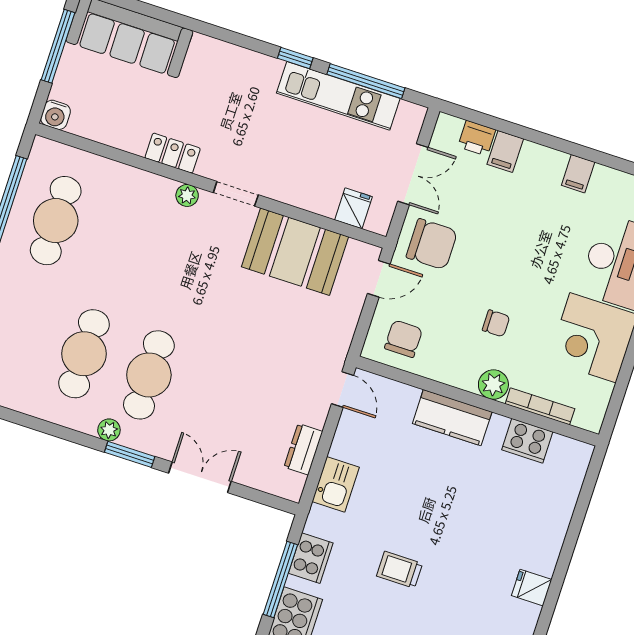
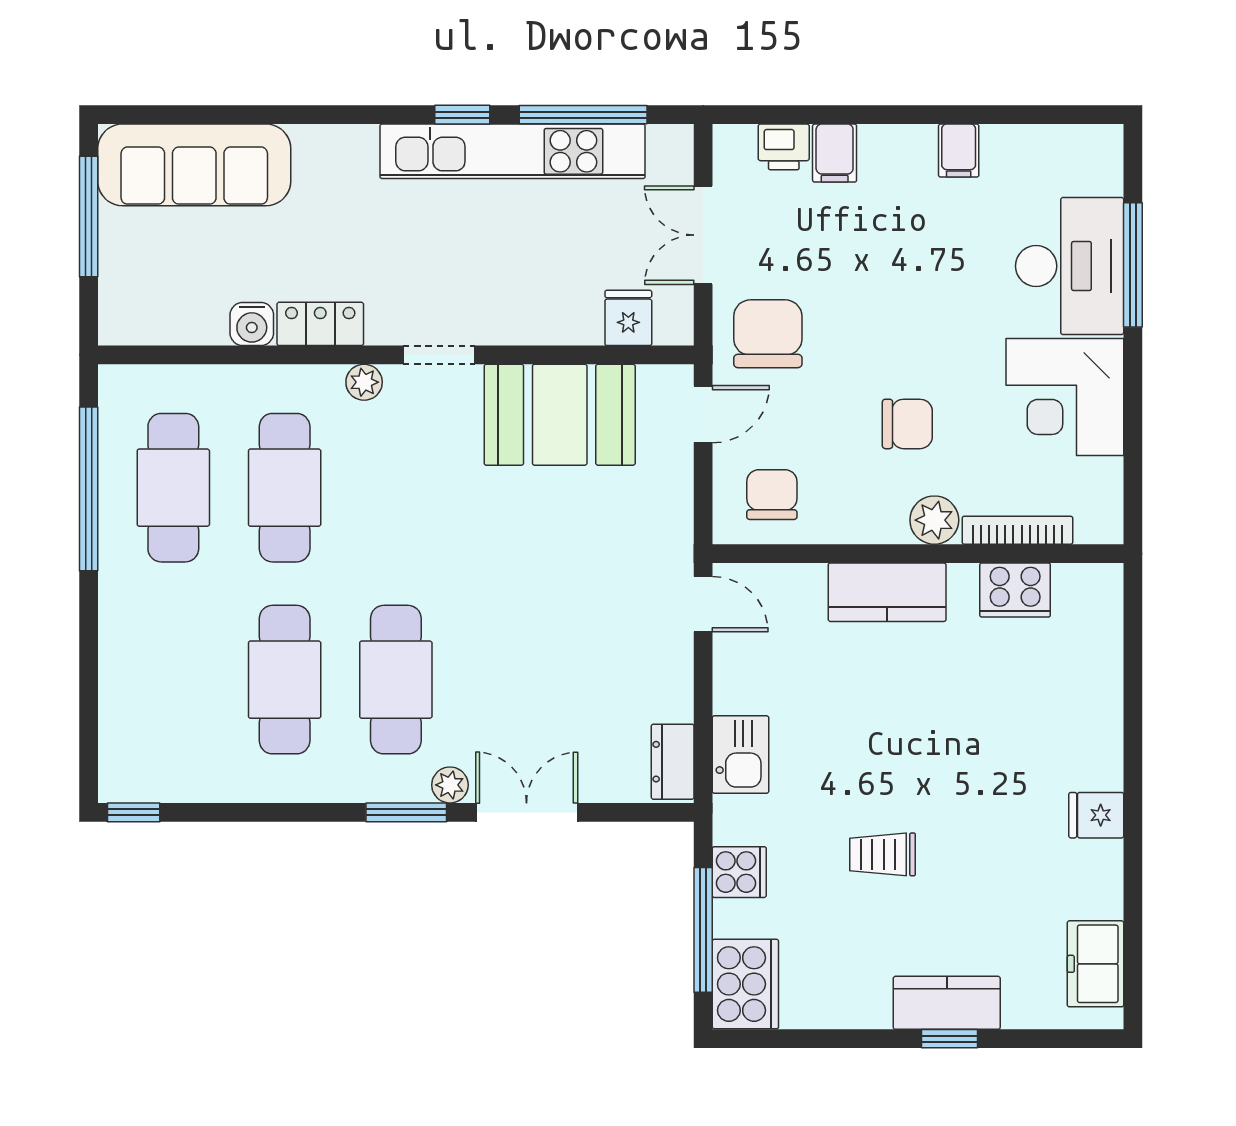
kitchen unit: (338, 96) -> (513, 151), width x1.36
water cooler: (56, 115) -> (252, 324), moved
double door: (413, 174) -> (703, 235), swing flipped
cafe table: (121, 242) -> (285, 488), added
chair: (432, 244) -> (768, 334), turned -90
chair: (496, 323) -> (907, 424), width x1.37, depth x1.37
plant: (109, 430) -> (450, 785), moved
dresser: (303, 449) -> (673, 762), moved
cooker: (311, 558) -> (739, 872), width x0.73

